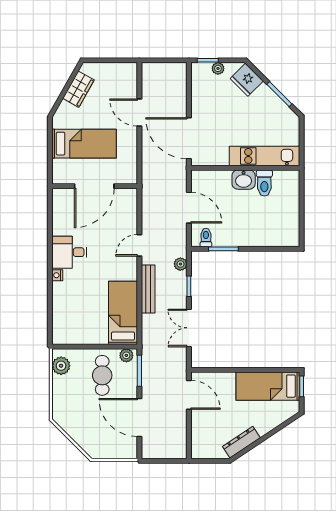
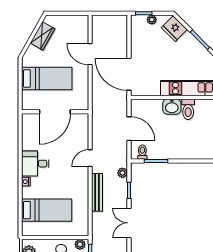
bed: (123, 313) -> (47, 210), moved, turned 90

